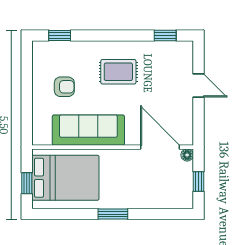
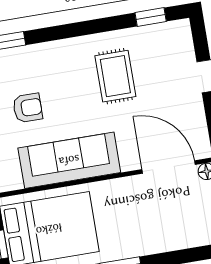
rug: (118, 72) -> (115, 76), moved, turned 90

